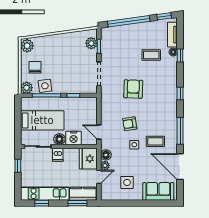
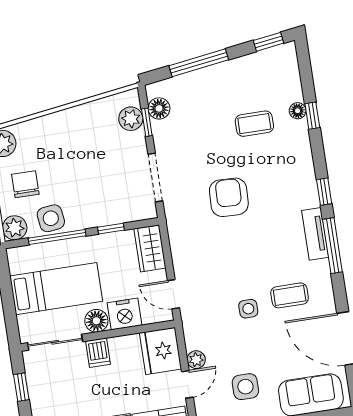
window: (129, 21) -> (199, 63), width x0.68
tv unit: (172, 35) -> (315, 234), moved
wardrobe: (91, 108) -> (150, 248), added
armchair: (130, 124) -> (233, 268), removed
window: (180, 131) -> (332, 246), moved
floor lamp: (106, 155) -> (159, 108), moved

